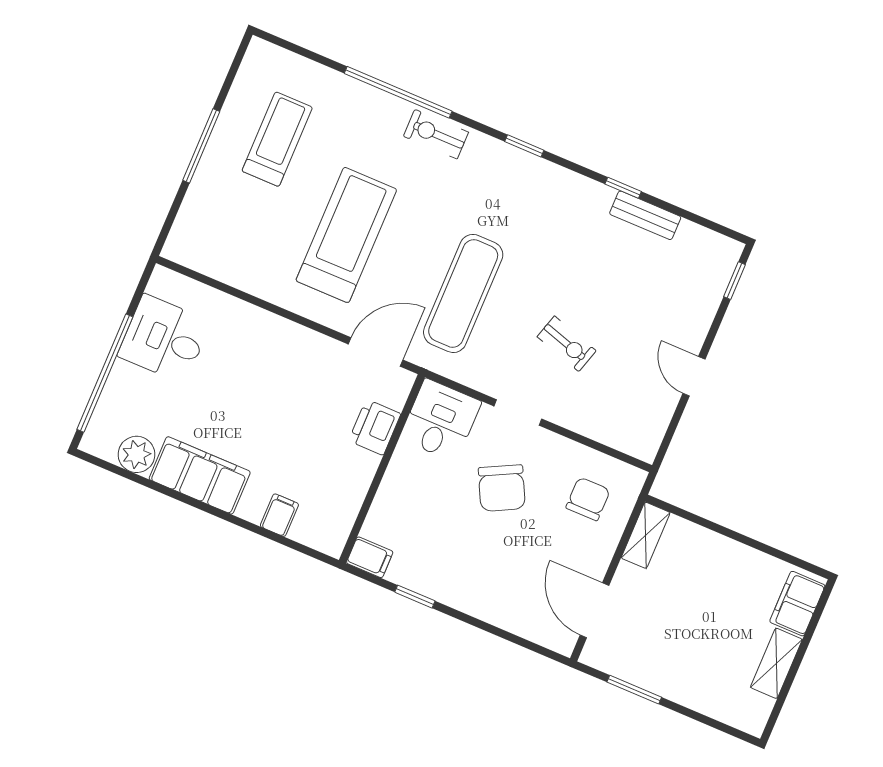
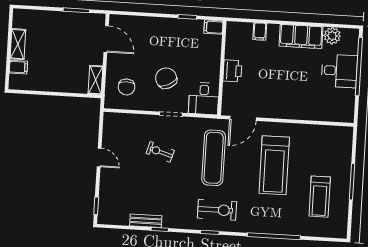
exercise bike: (436, 134) -> (217, 210), moved, width x1.38, depth x1.39
desk: (164, 339) -> (339, 71), moved
printer: (375, 427) -> (232, 71), moved
filing cabinet: (797, 604) -> (18, 67), width x0.50

